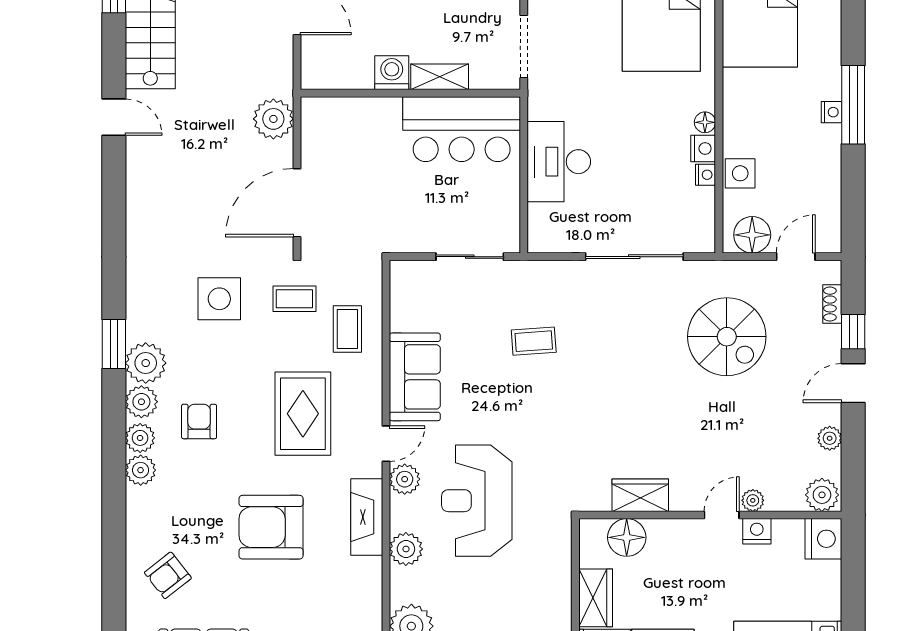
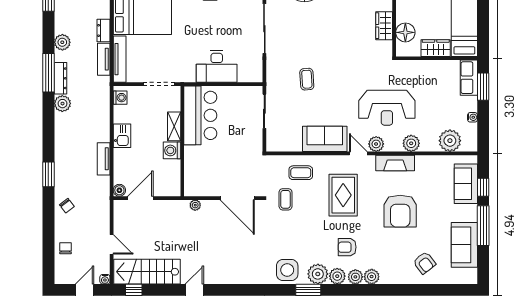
plant: (273, 119) -> (195, 205), width x0.53, depth x0.53
side table: (219, 299) -> (287, 270), moved
rug: (303, 414) -> (343, 195), turned 90

